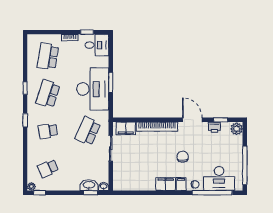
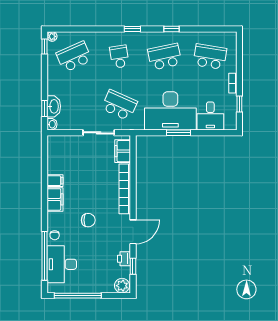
desk: (97, 45) -> (210, 116), moved
school desk: (48, 94) -> (165, 57), turned -30
school desk: (48, 168) -> (74, 57), width x1.85
filing cabinet: (181, 184) -> (55, 181), moved

